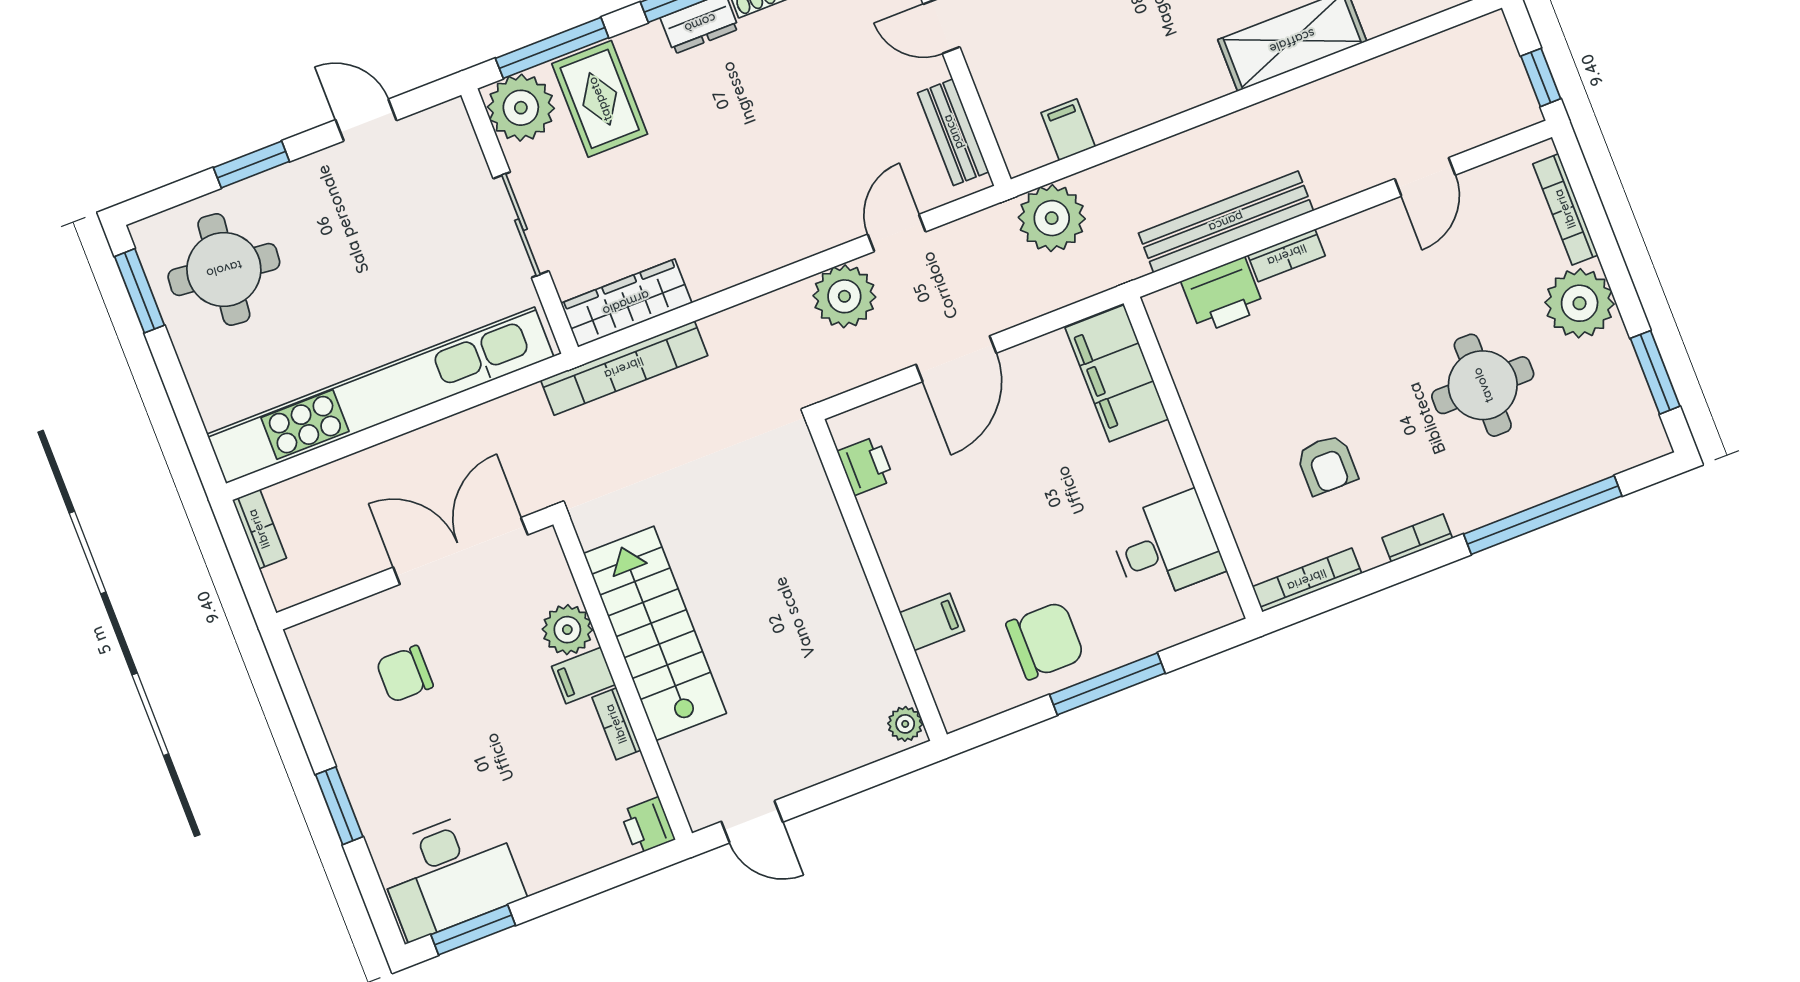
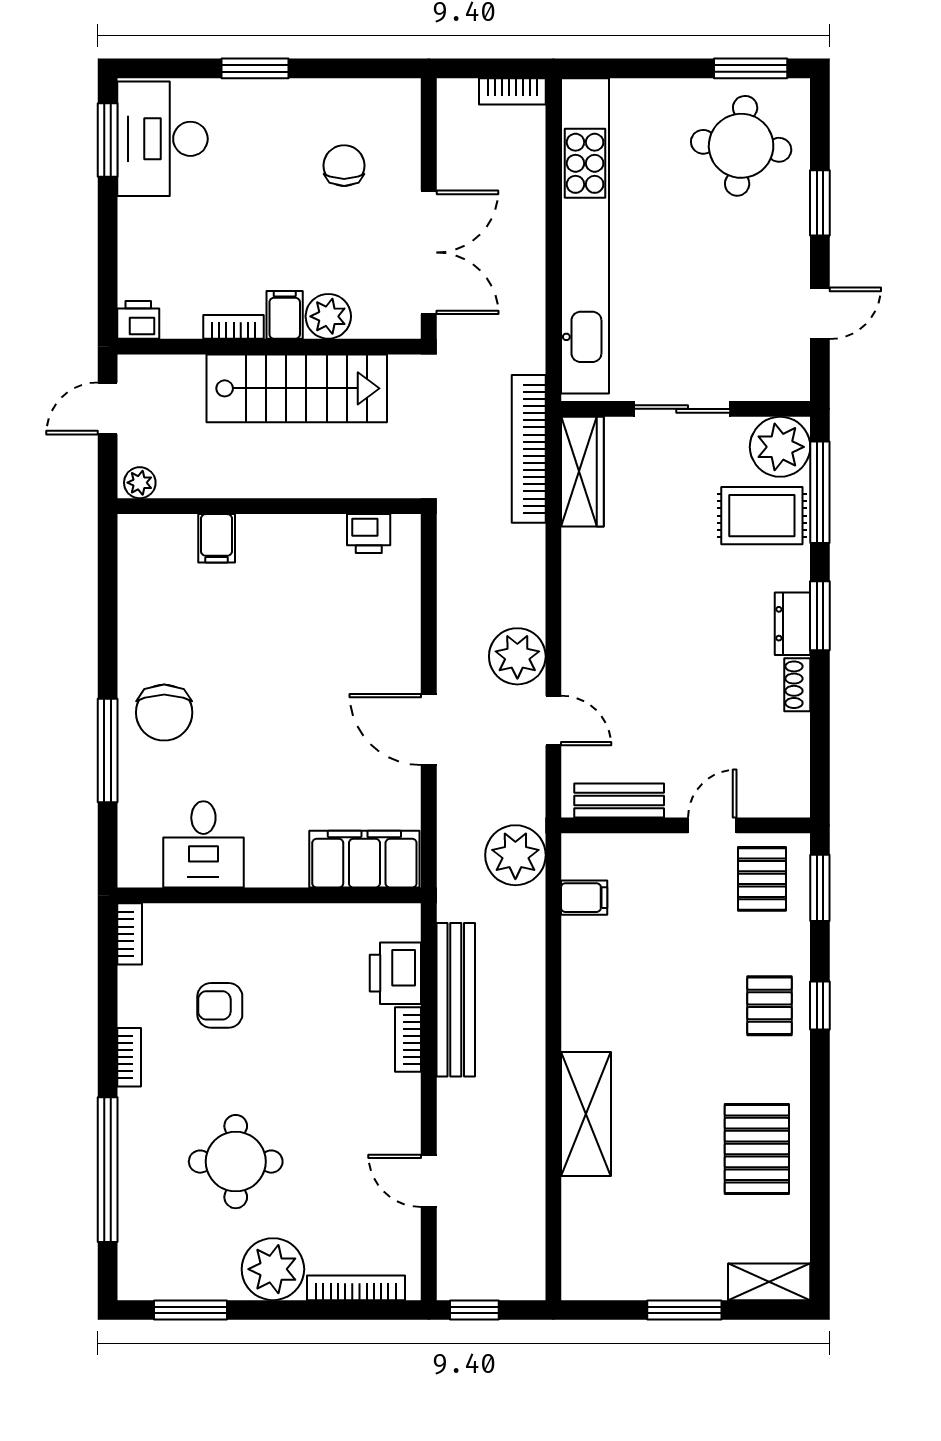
printer: (866, 466) -> (369, 534), moved
wall: (877, 580) -> (269, 506), moved
bookcase: (1307, 580) -> (130, 934), width x0.64
filing cabinet: (932, 622) -> (217, 538), moved
plant: (905, 724) -> (140, 483), moved

